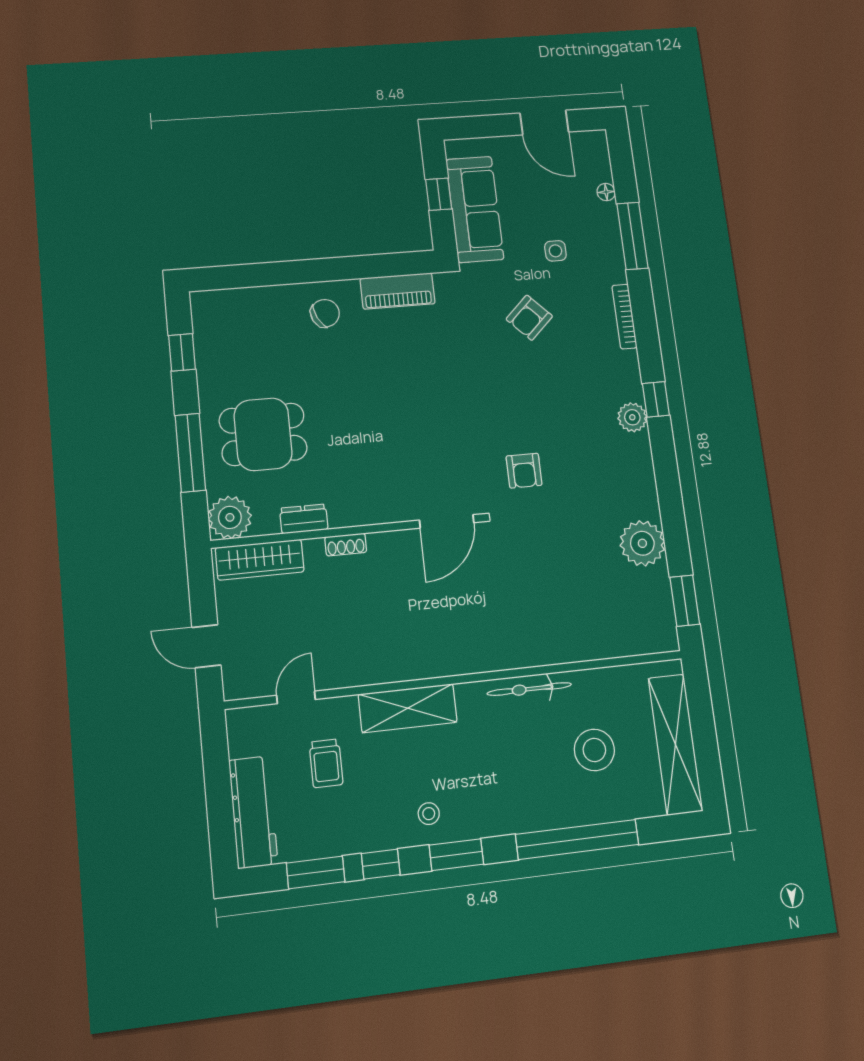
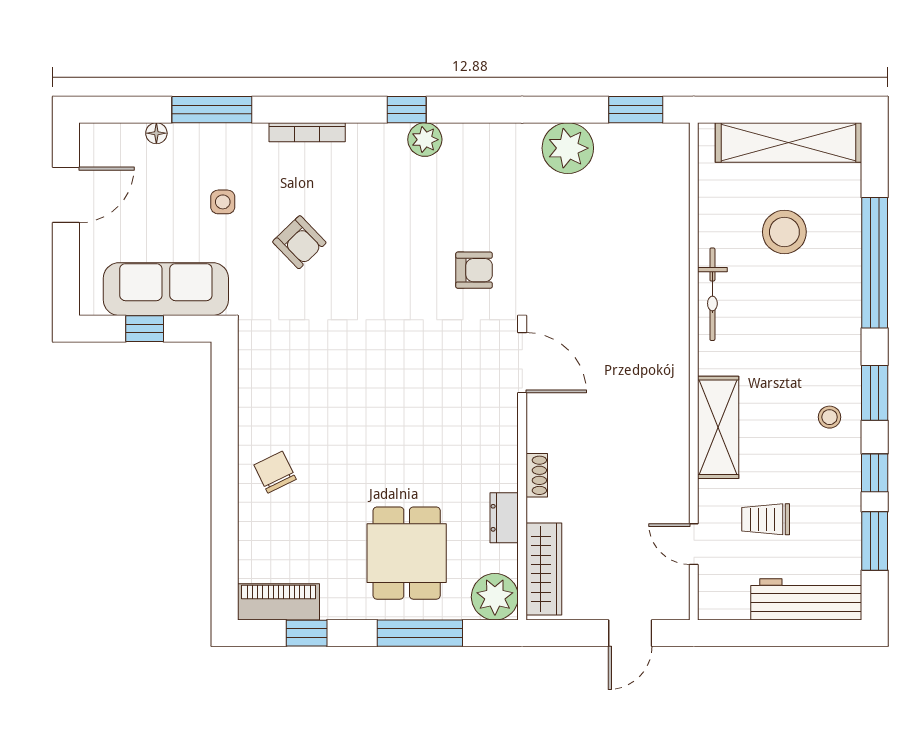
piano: (398, 291) -> (279, 602), moved, turned -90
trolley: (326, 763) -> (766, 519), turned 180

